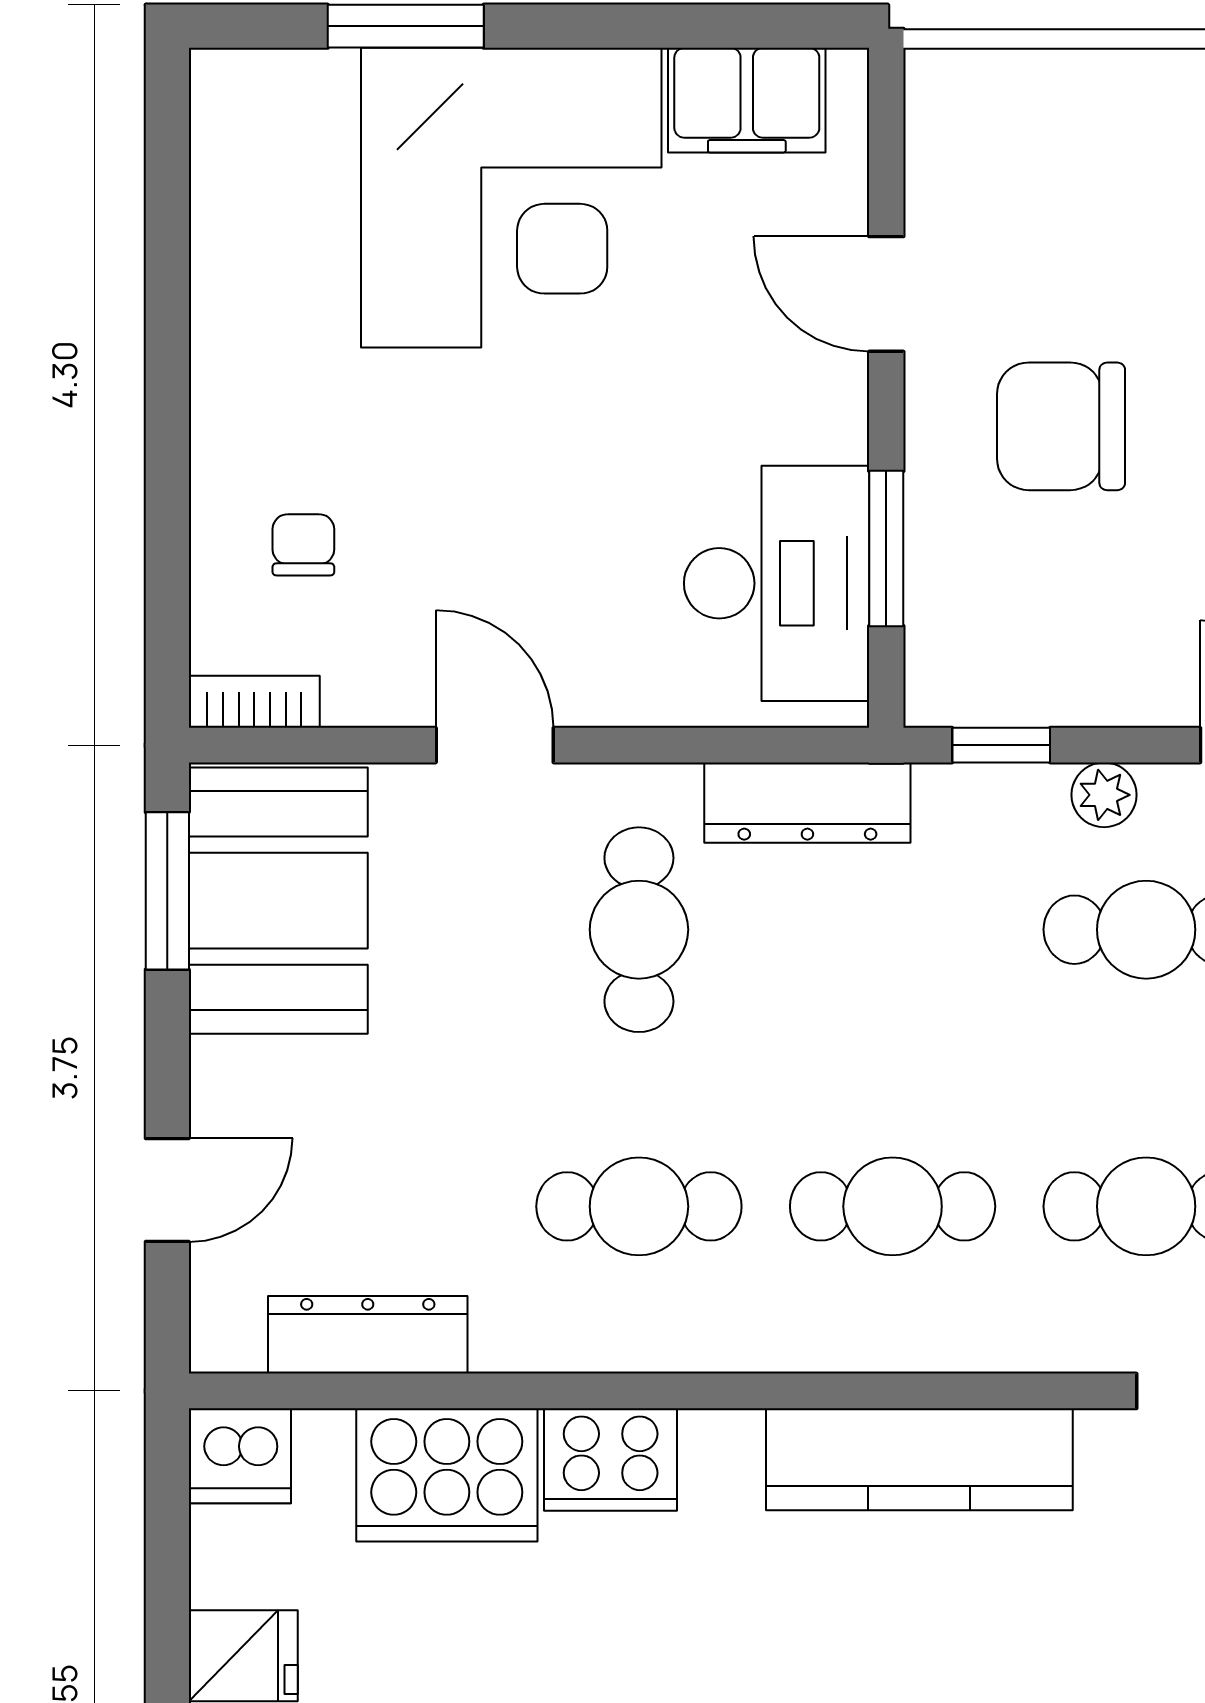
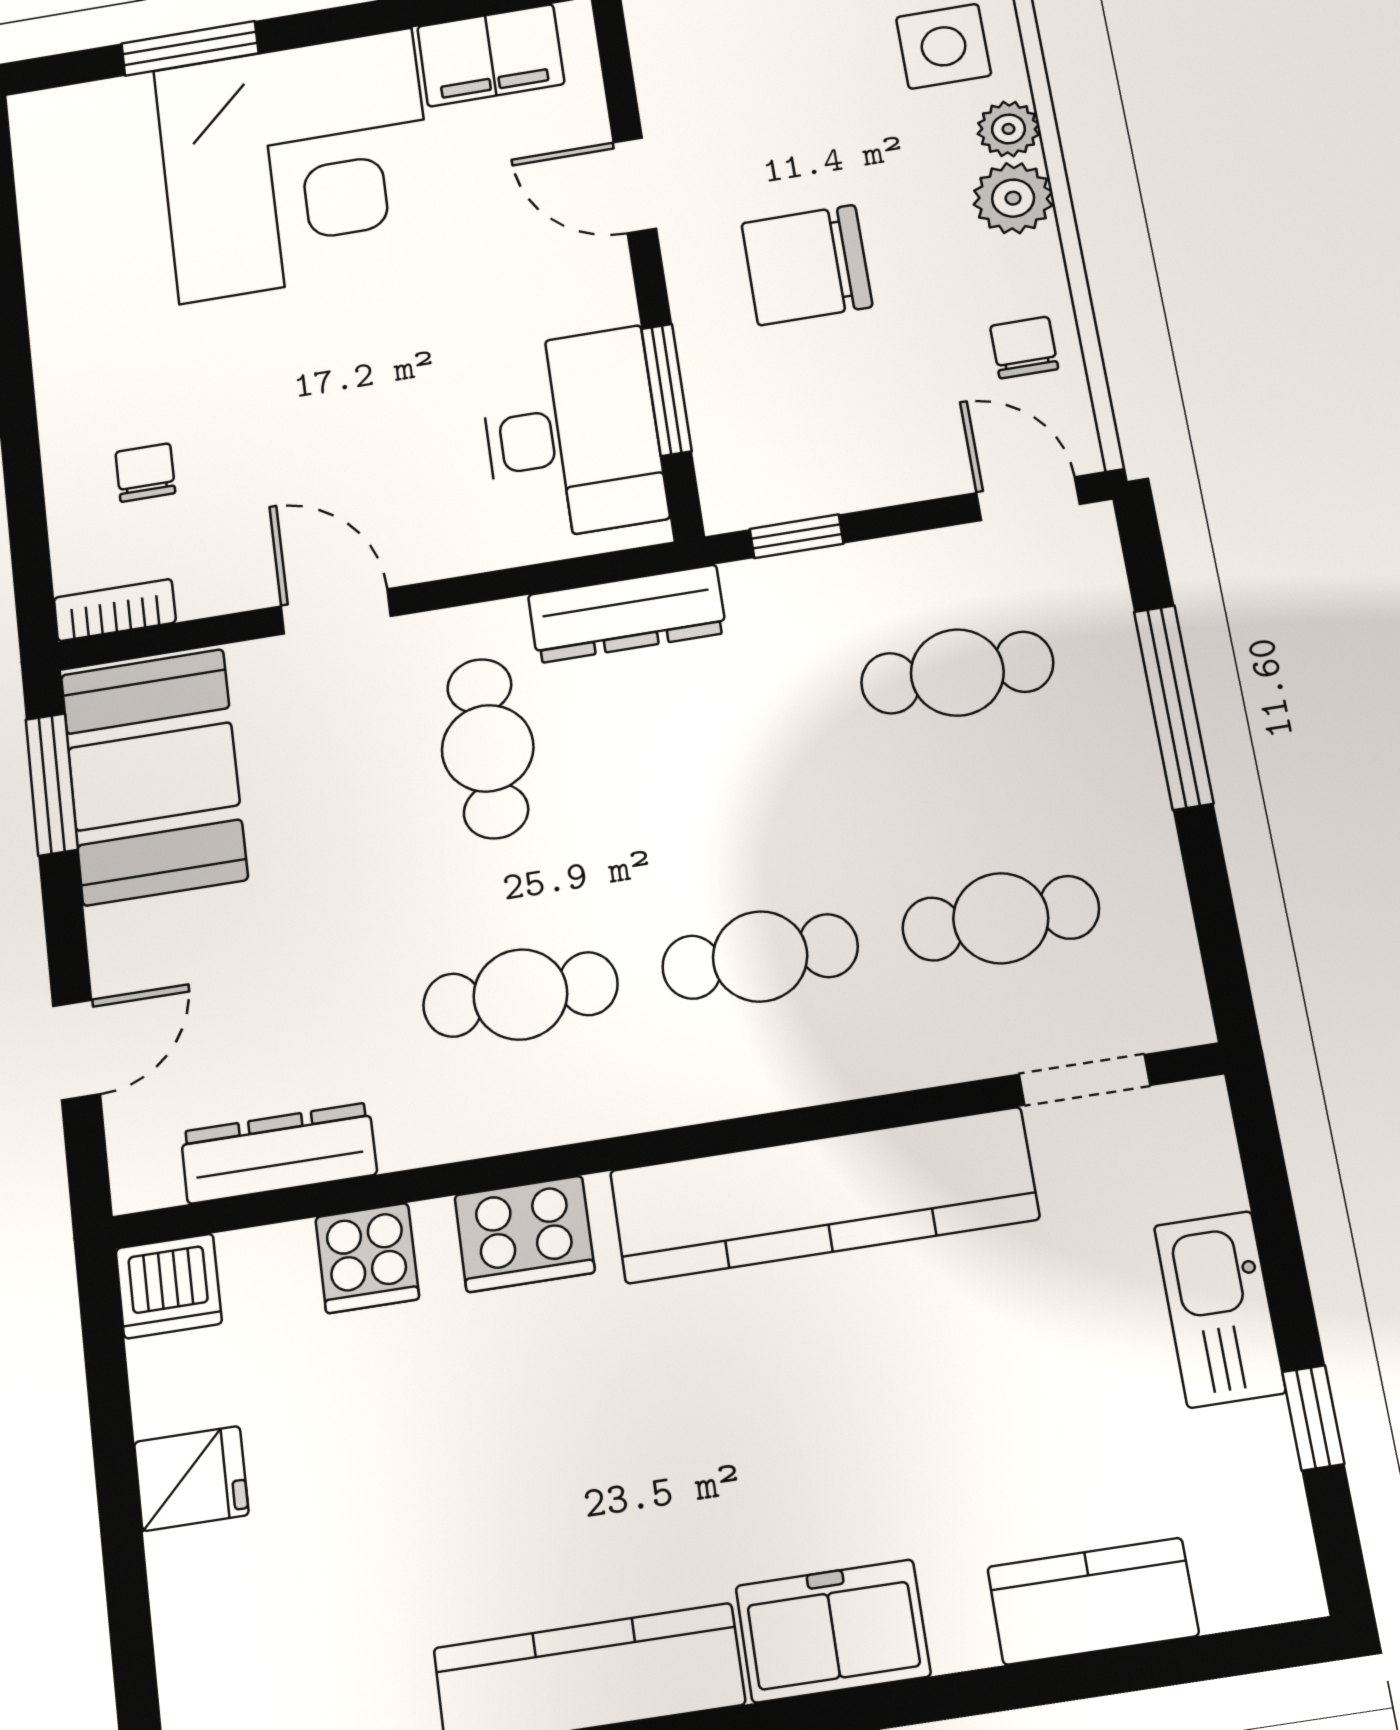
plant: (1104, 795) -> (898, 563), removed
kitchen counter: (919, 1459) -> (824, 1195), width x1.39, depth x1.17
cooker: (447, 1475) -> (367, 1258), width x0.53, depth x0.76

